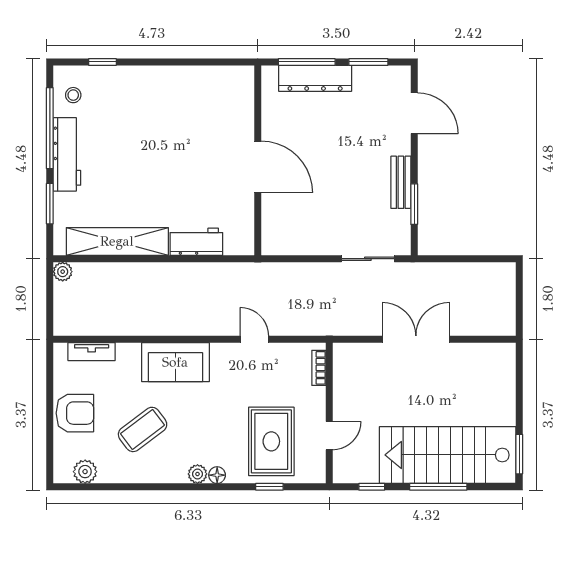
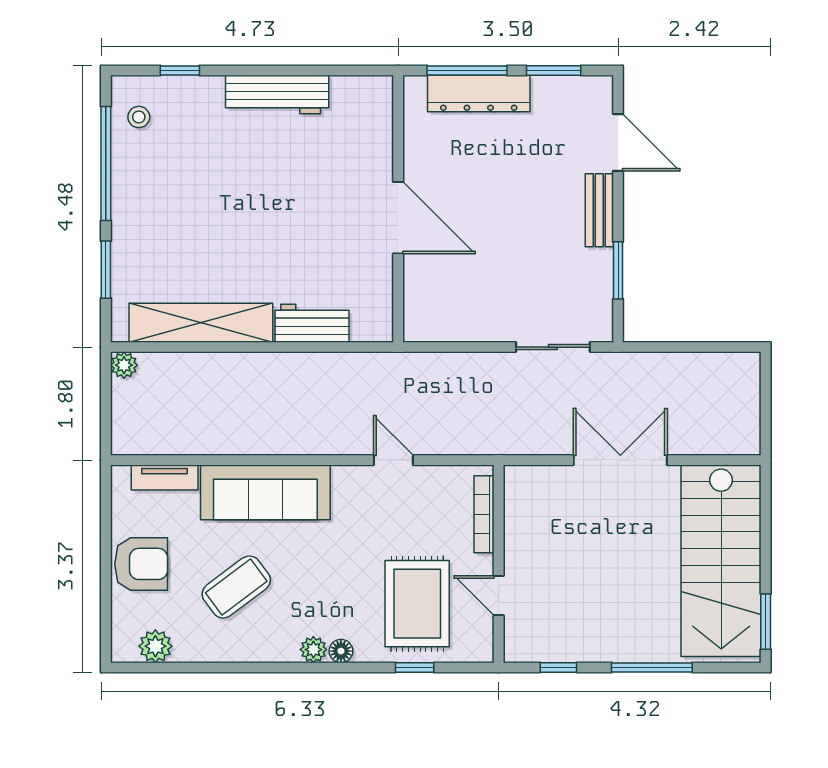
workbench: (67, 154) -> (277, 95), moved, turned 90
bench: (401, 182) -> (599, 210), moved
sofa: (175, 362) -> (265, 492), width x1.36
bookcase: (319, 368) -> (484, 514), width x1.56
door: (329, 436) -> (499, 596), swing flipped
stairs: (448, 455) -> (721, 561), moved, turned -90

